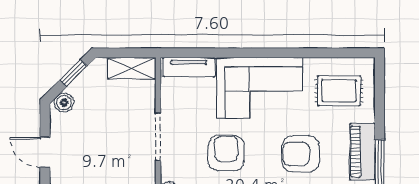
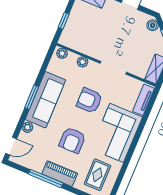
armchair: (226, 153) -> (89, 101), turned 180
armchair: (301, 154) -> (72, 140), turned 180

